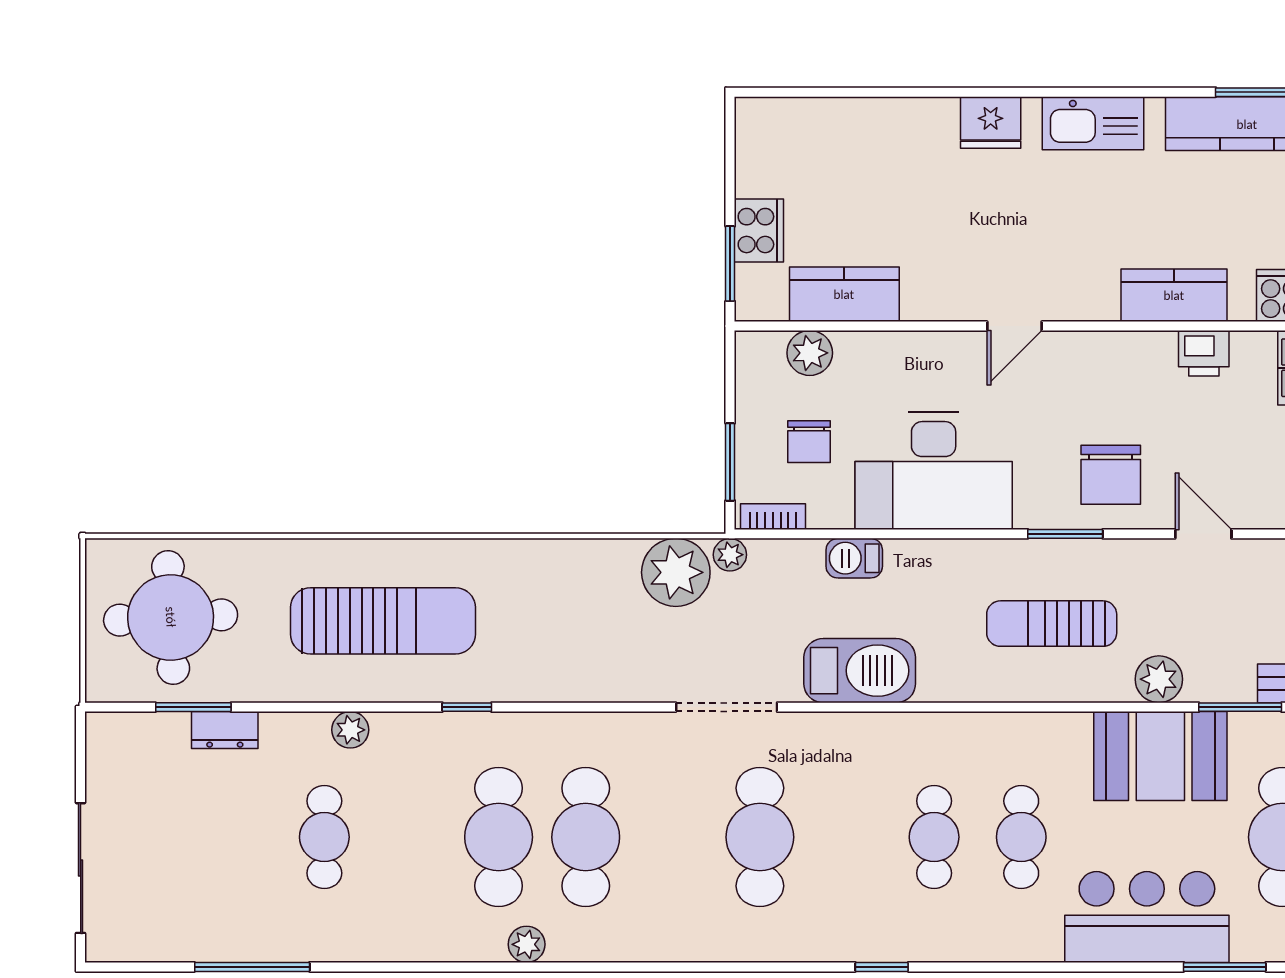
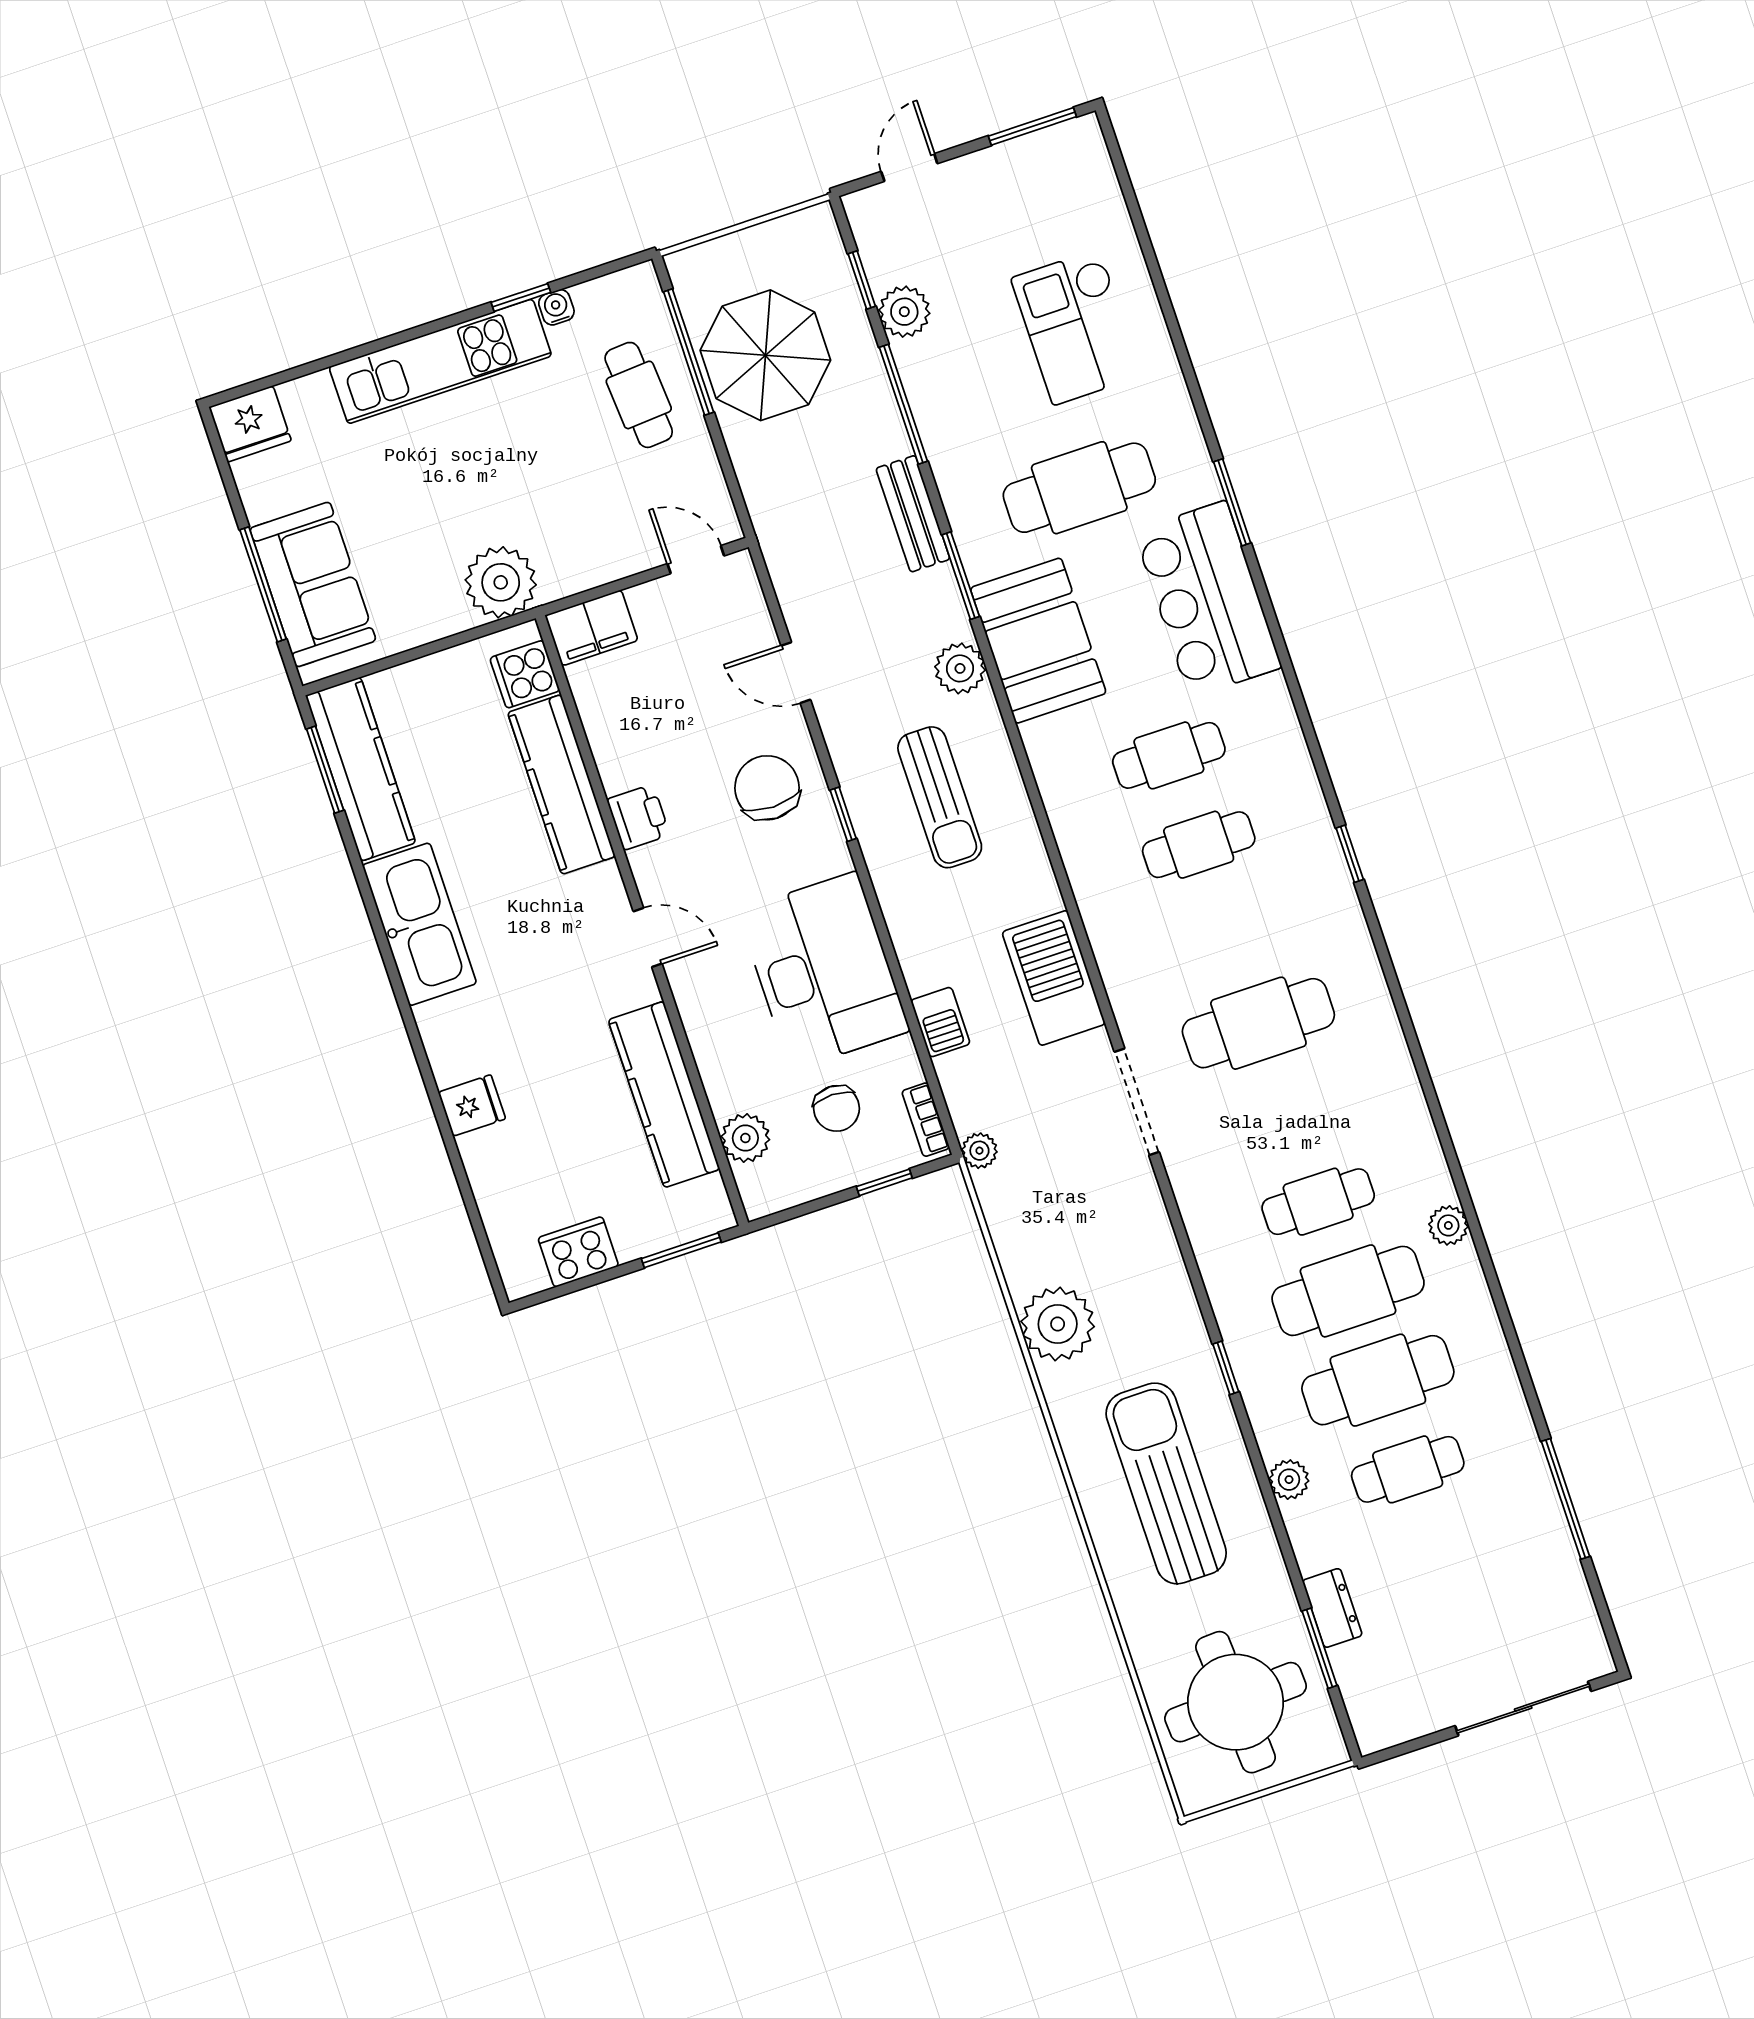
fridge: (991, 122) -> (472, 1105), moved, width x0.72
kitchen sink: (1093, 123) -> (419, 924), width x1.36, depth x1.24
cooker: (759, 231) -> (578, 1252), moved
kitchen counter: (844, 294) -> (664, 1094), width x1.50
kitchen counter: (1174, 295) -> (561, 785), width x1.50
printer: (1204, 353) -> (638, 817), moved
chair: (809, 442) -> (836, 1108), turned 90
window: (730, 462) -> (884, 1182), width x0.67
chair: (1111, 475) -> (767, 788), turned -90
window: (1065, 534) -> (843, 814), width x0.67
door: (1203, 534) -> (796, 673), hinge flipped
plant: (676, 572) -> (1058, 1324), moved
cafe table: (411, 837) -> (1378, 1380), added
cafe table: (586, 837) -> (1318, 1202), width x0.73, depth x0.74

